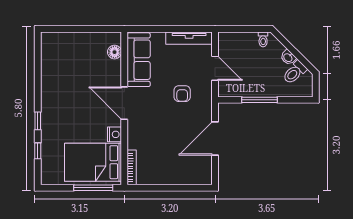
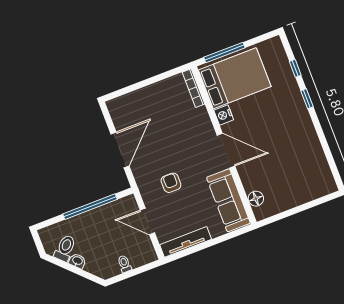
toilet: (263, 39) -> (124, 264), moved
window: (259, 100) -> (90, 207), width x1.46

